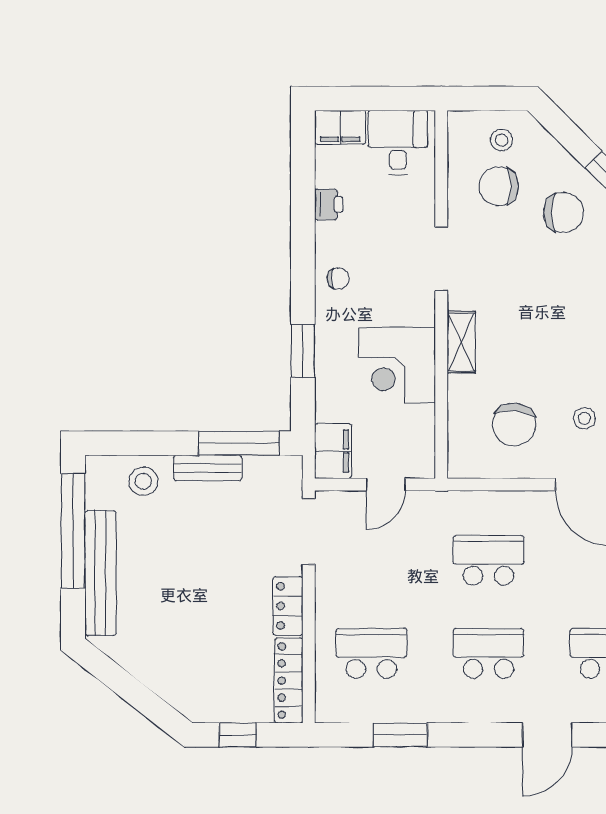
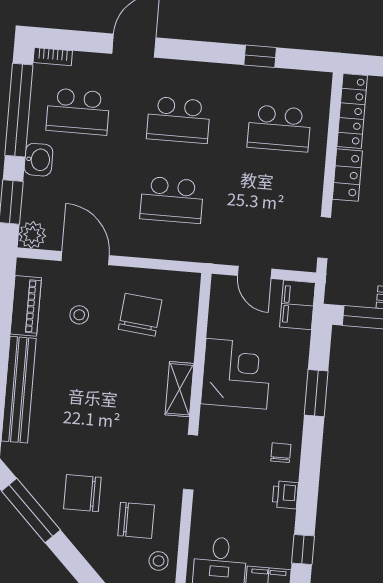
stool: (502, 140) -> (159, 561), moved
window: (303, 169) -> (303, 550), added
printer: (329, 204) -> (285, 495), moved
chair: (338, 278) -> (281, 453), turned 90
door: (386, 484) -> (255, 272), swing flipped
doorway: (309, 531) -> (324, 238), width x0.73
window: (400, 735) -> (260, 56), width x0.67

